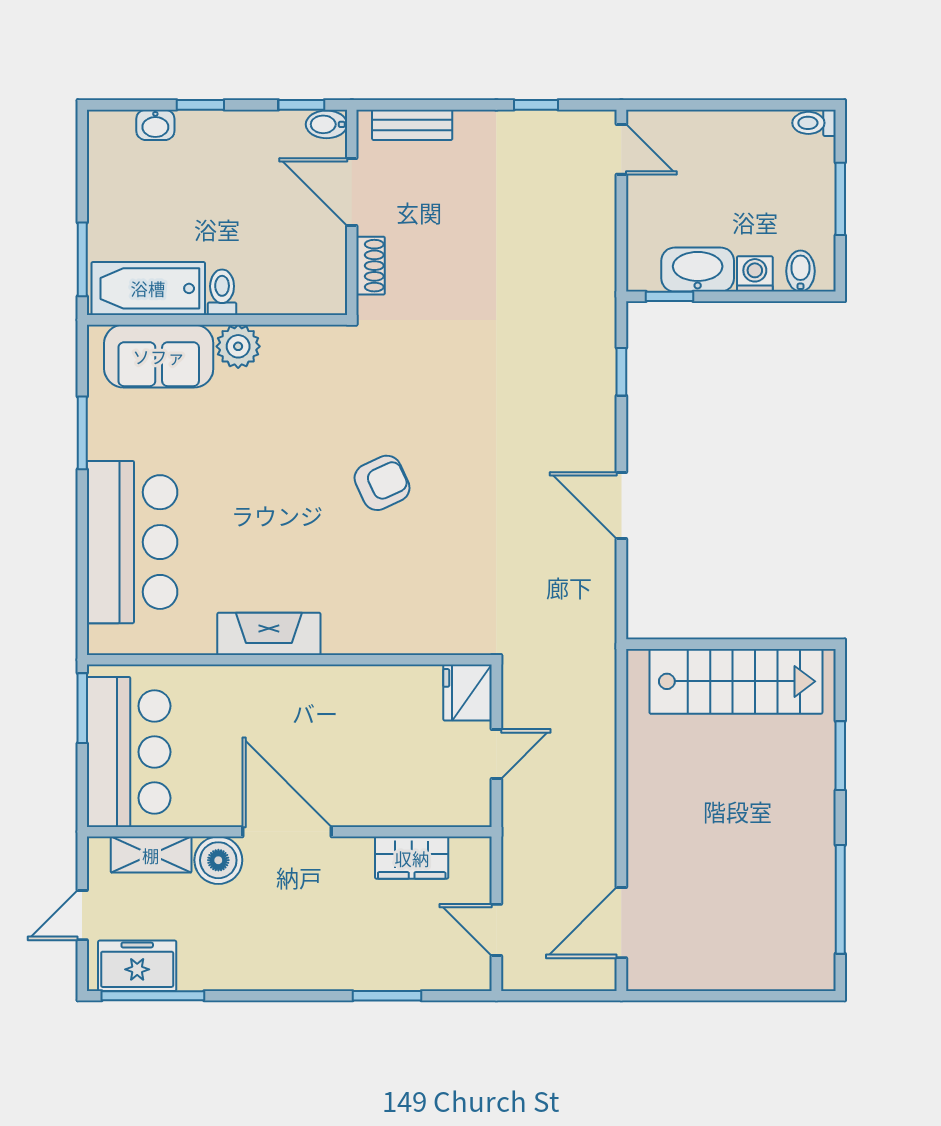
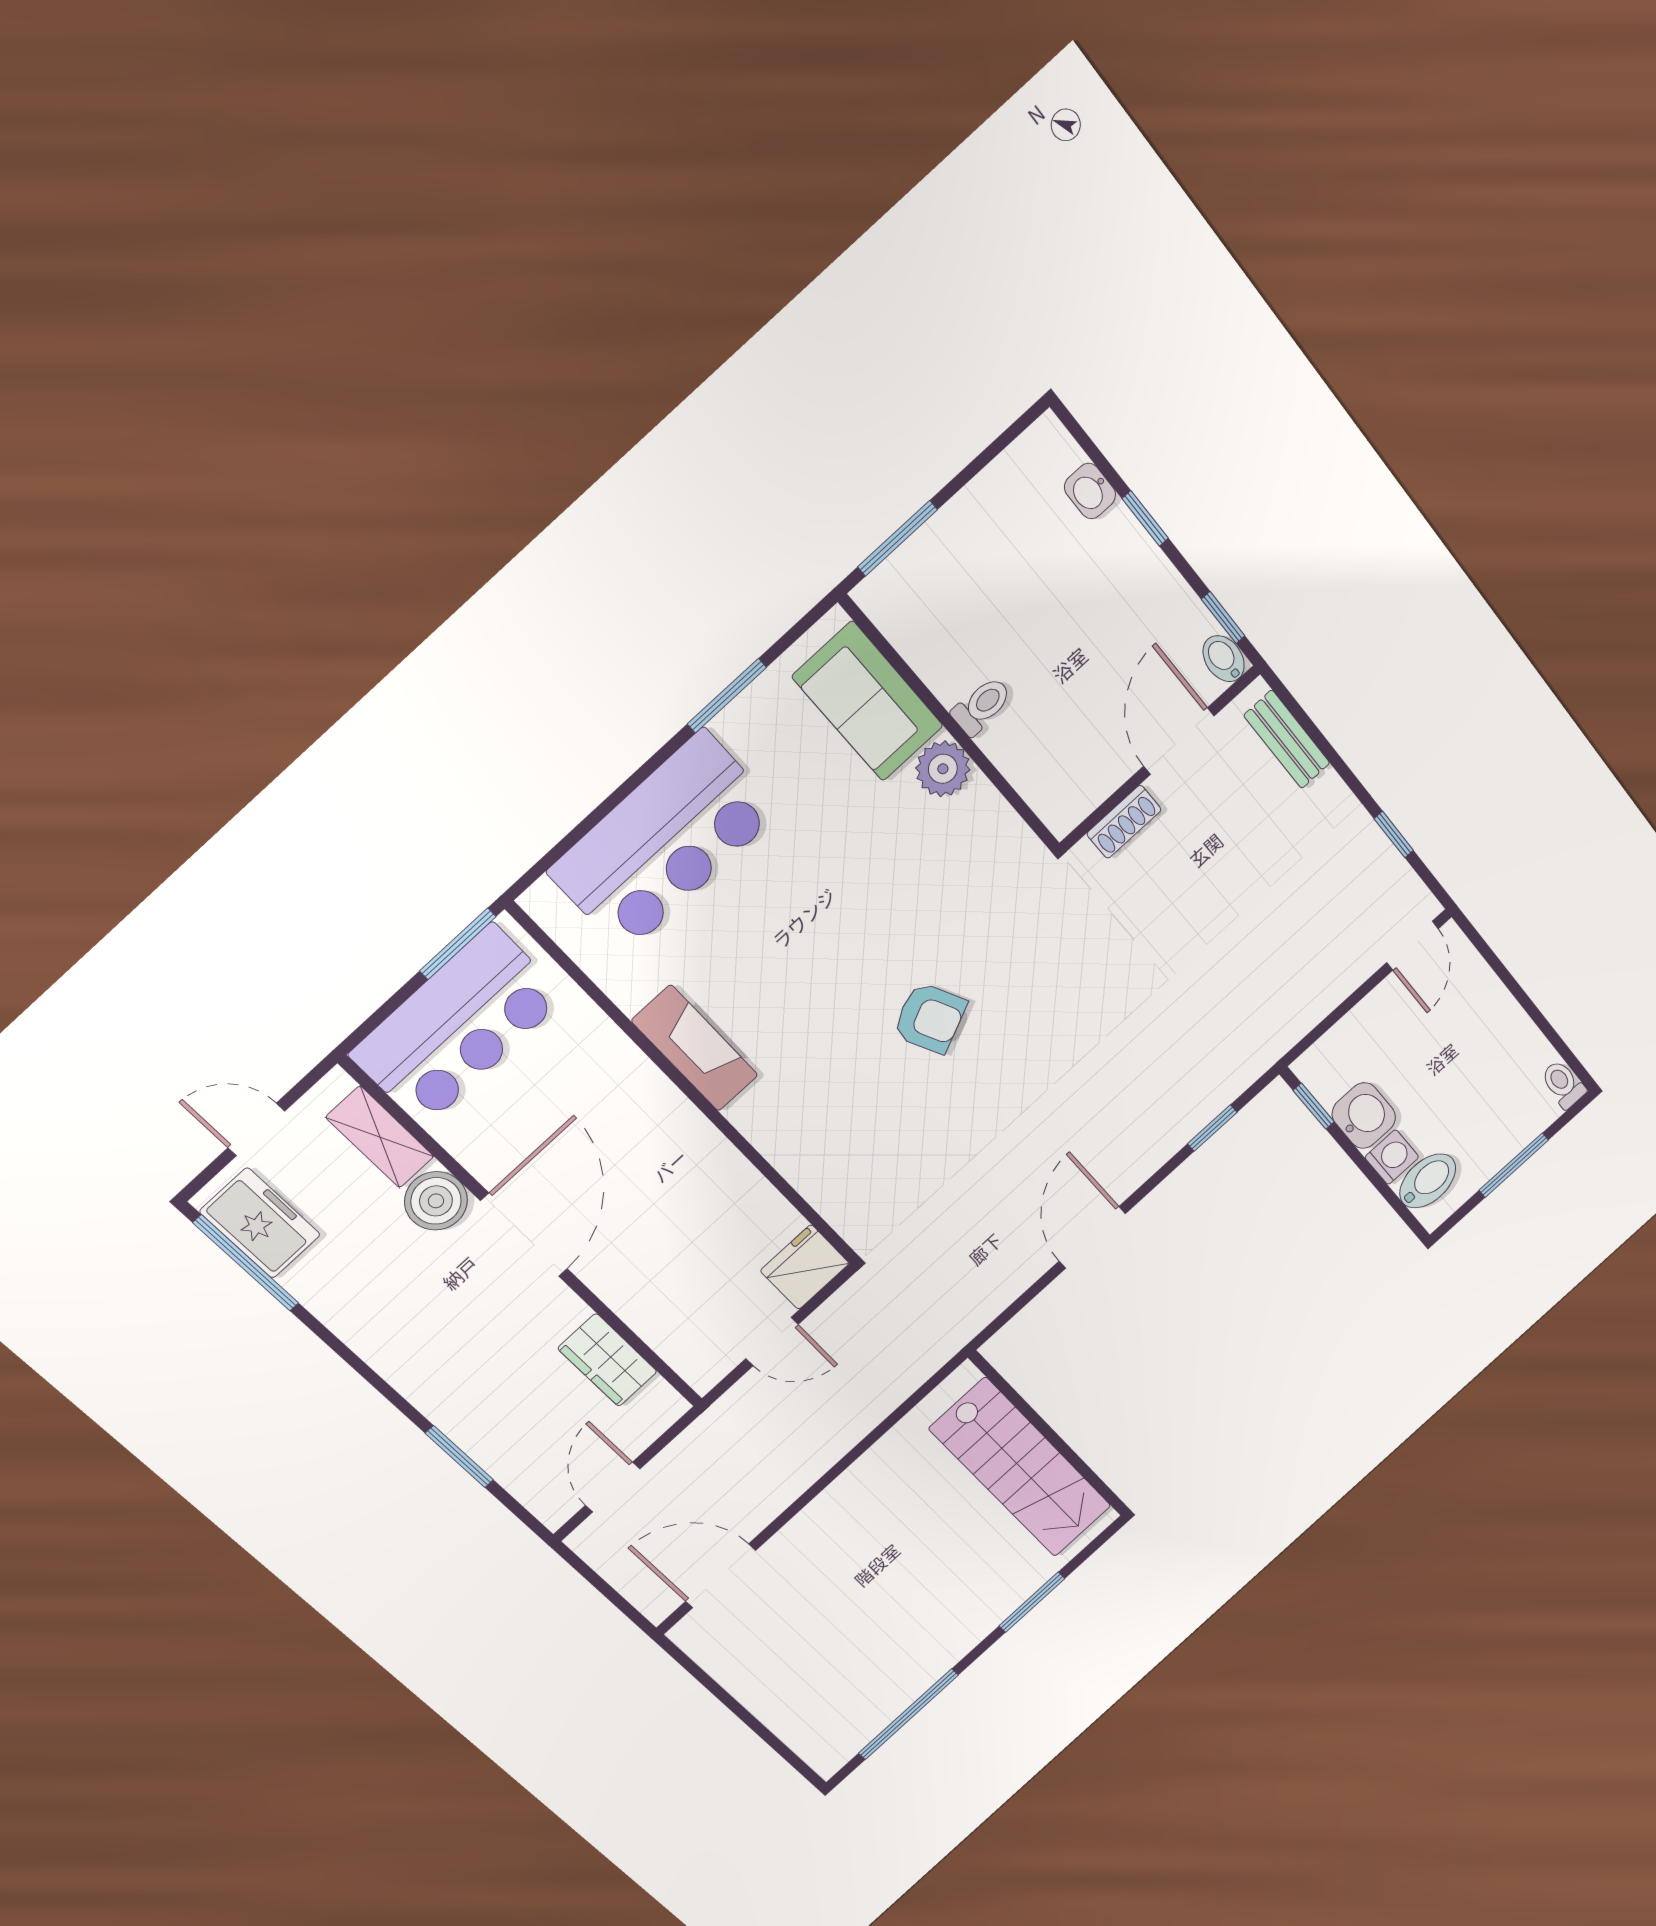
washbasin: (698, 270) -> (1364, 1116), width x0.72
bidet: (801, 271) -> (1428, 1181), width x1.38, depth x1.36
bathtub: (148, 288) -> (925, 631), removed

